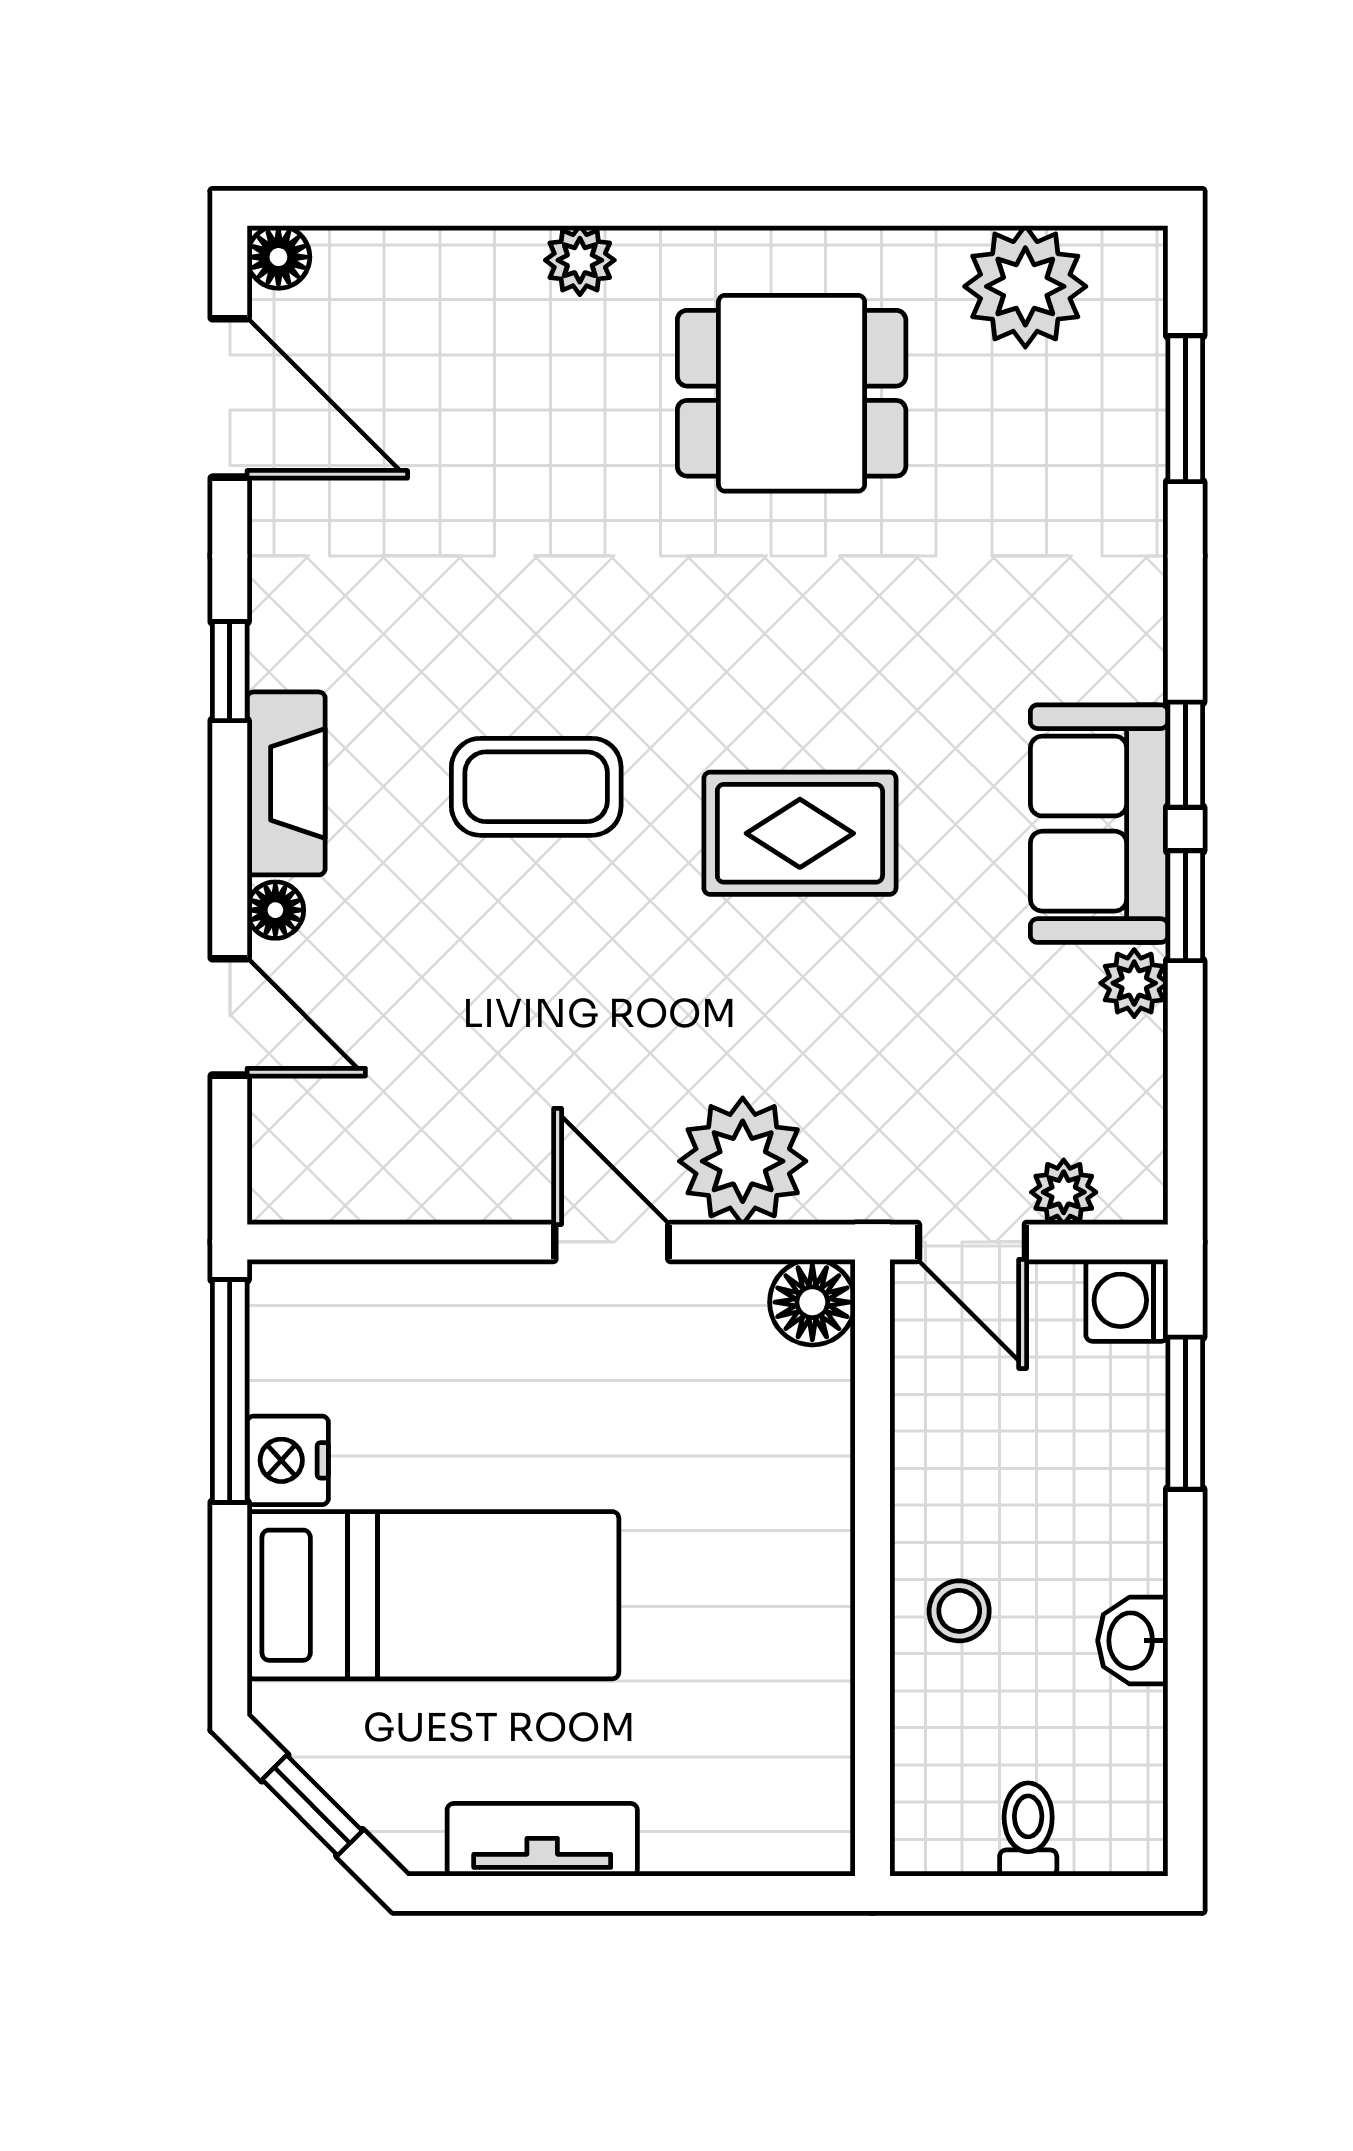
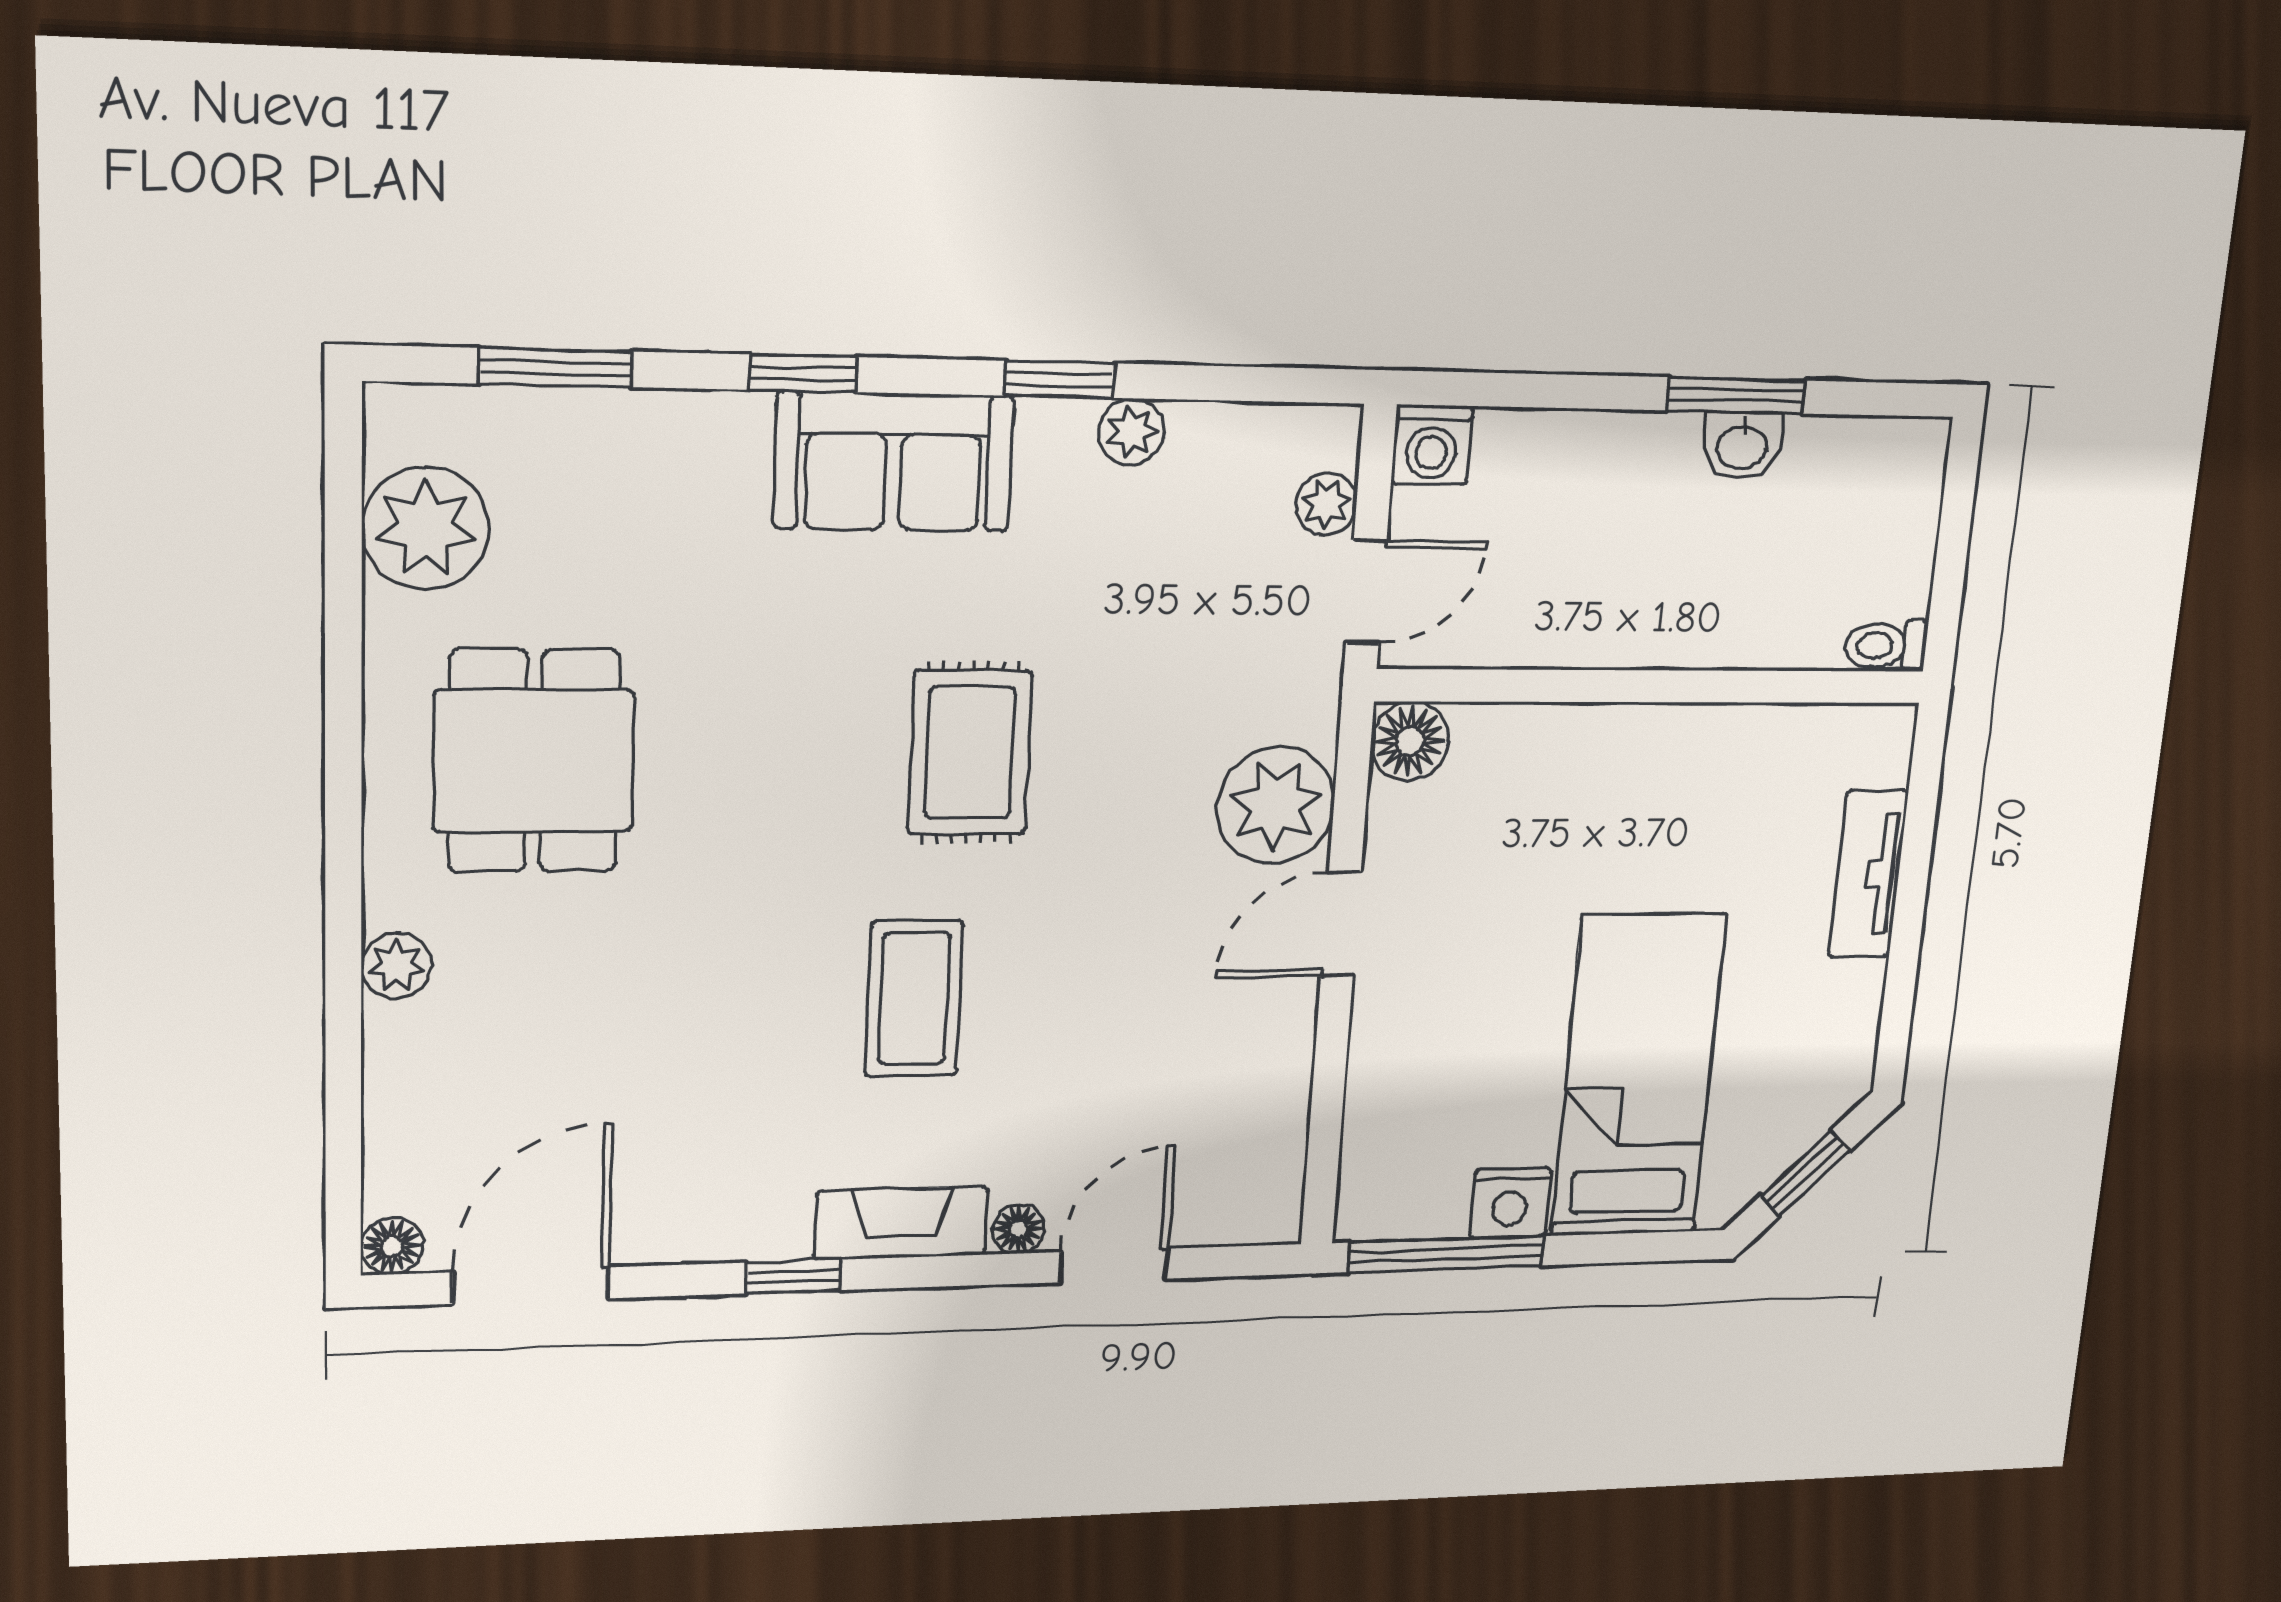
window: (1185, 755) -> (803, 373), moved
sofa: (1099, 824) -> (894, 462), moved
window: (1185, 1413) -> (1736, 395), moved
stool: (959, 1611) -> (1699, 607), removed
toilet: (1028, 1829) -> (1886, 646), moved
tv unit: (542, 1840) -> (1868, 874), moved

